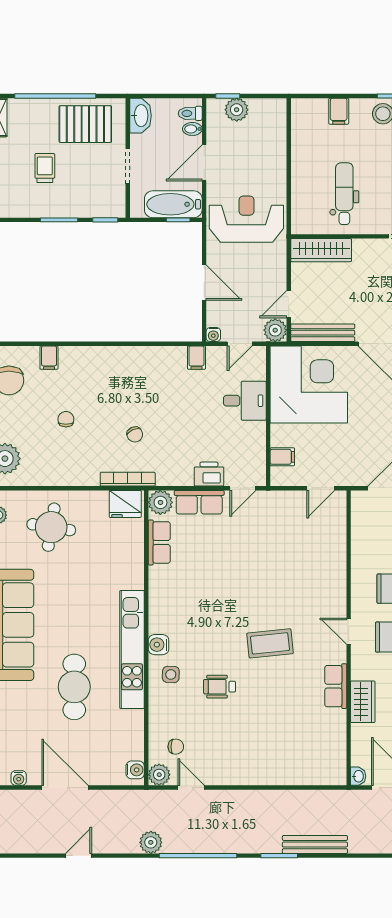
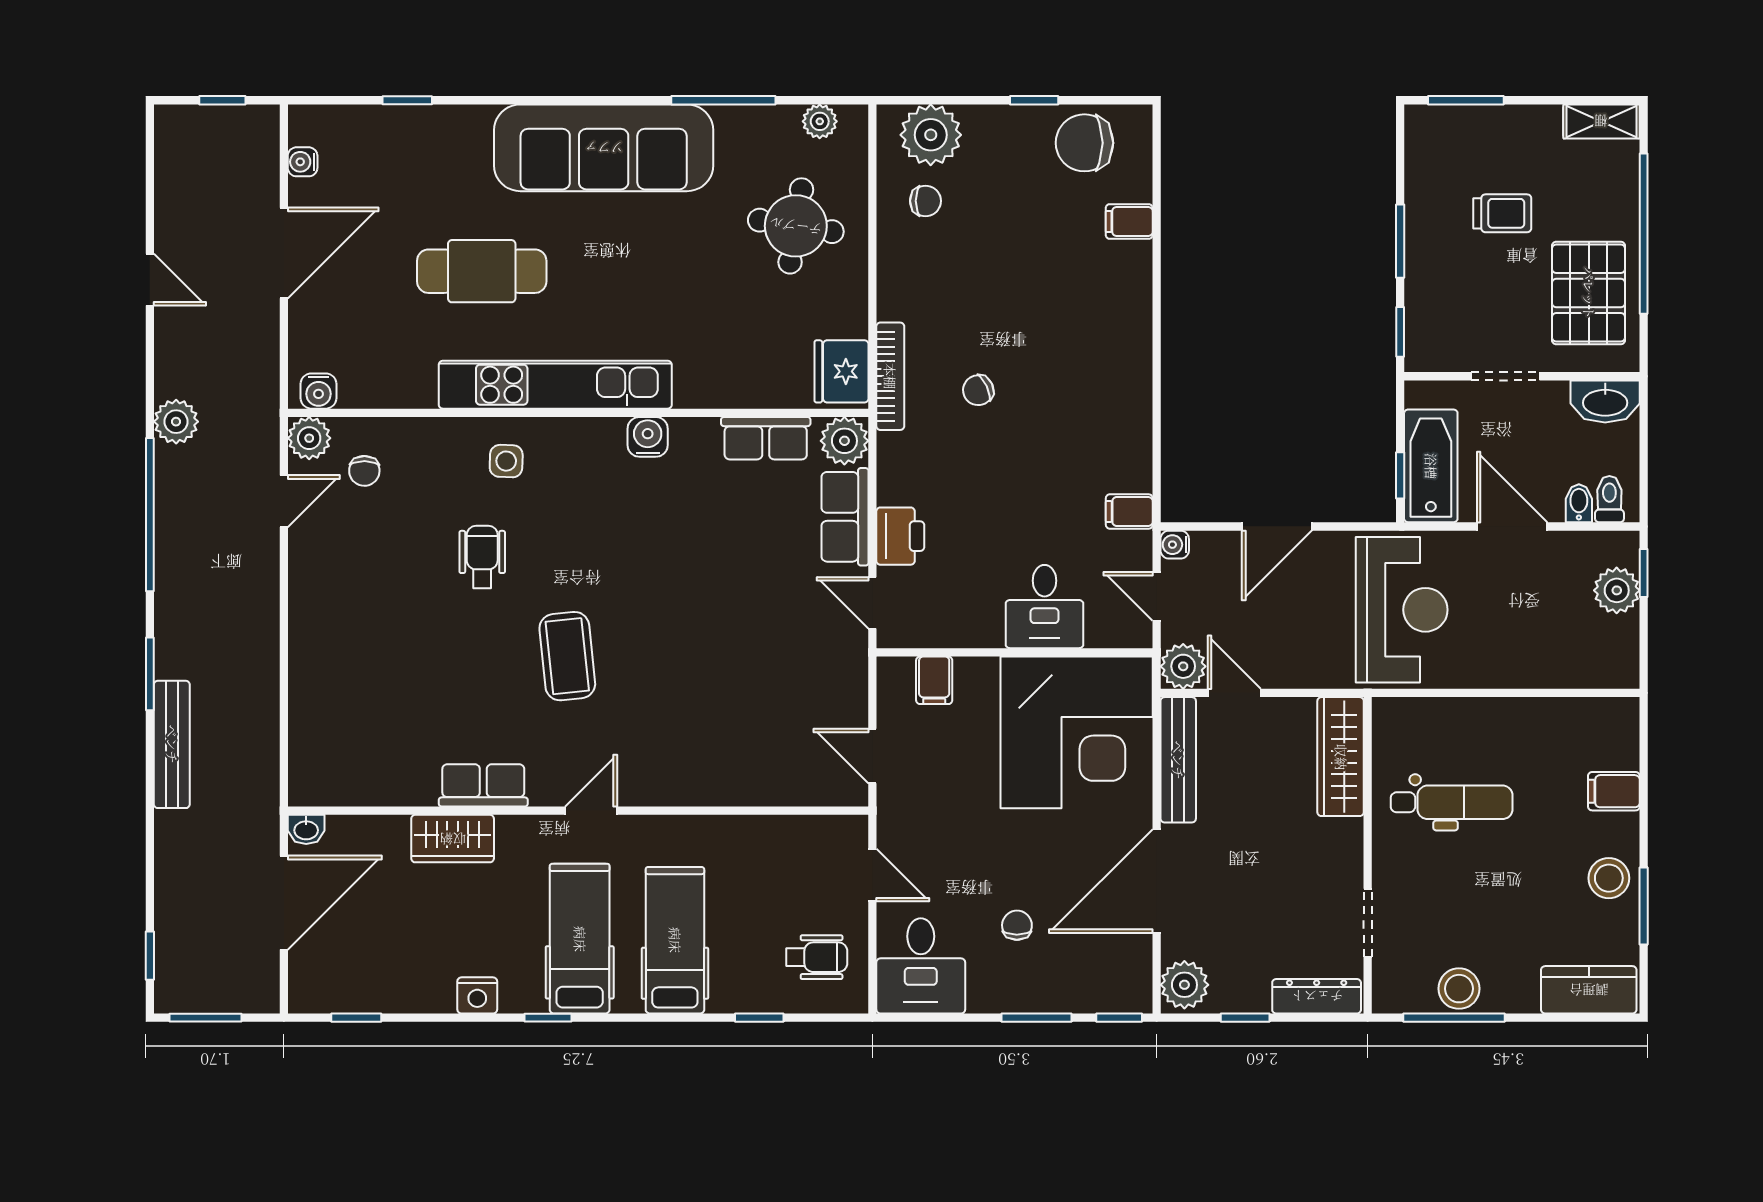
chair: (66, 419) -> (925, 201), moved
water cooler: (159, 645) -> (648, 437), moved

